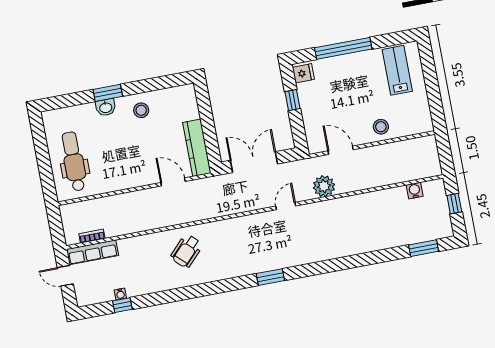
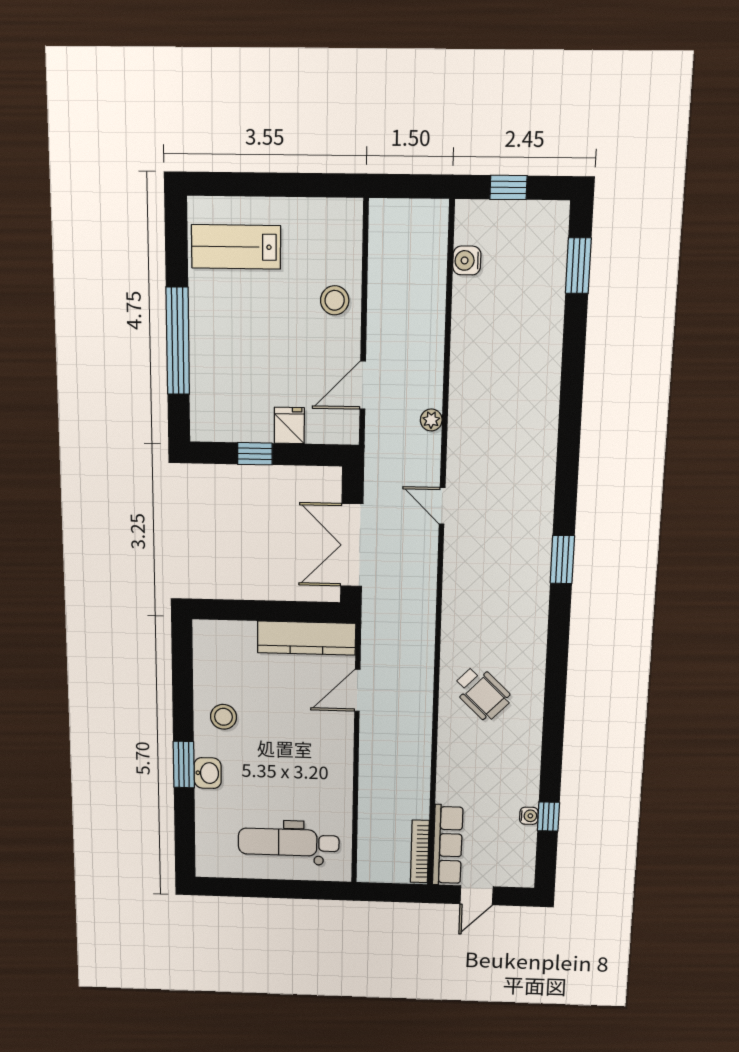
fridge: (303, 73) -> (289, 425), moved
plant: (324, 186) -> (431, 420), width x0.53, depth x0.53
bookcase: (92, 236) -> (420, 851), width x1.56

